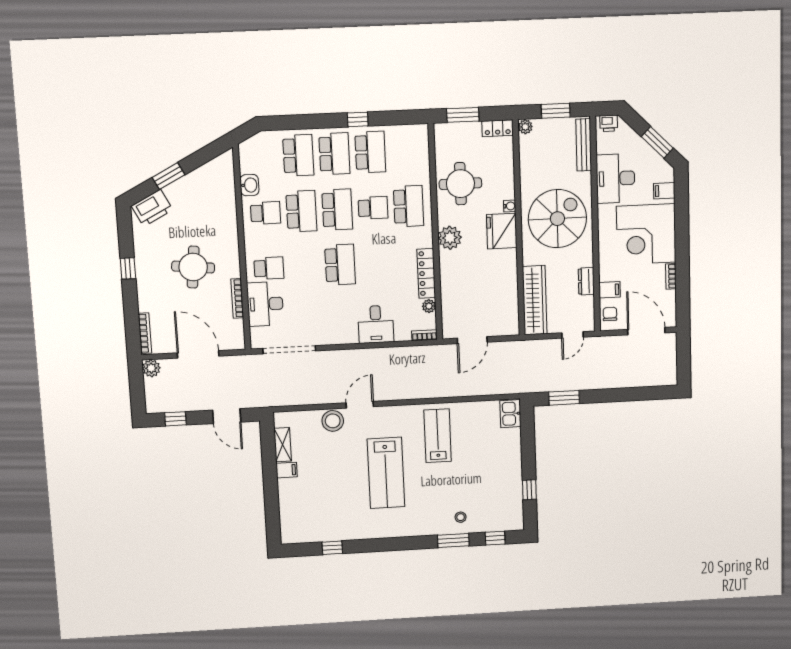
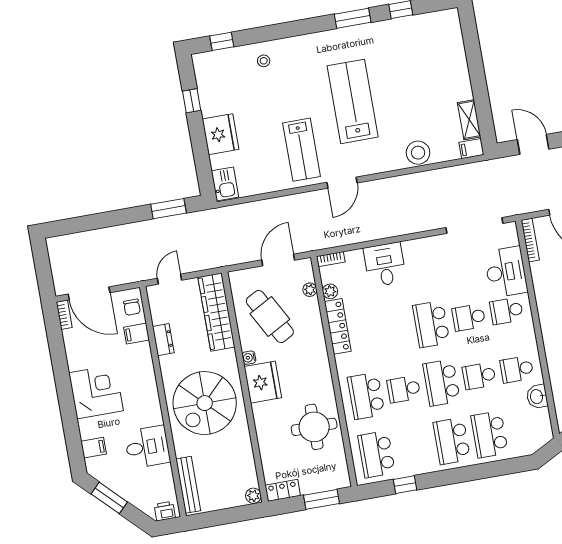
window: (556, 111) -> (223, 517), removed
window: (358, 119) -> (405, 485), moved
school desk: (370, 152) -> (376, 454), moved
desk: (616, 178) -> (147, 447), width x0.73
water cooler: (510, 206) -> (249, 358), moved
school desk: (301, 211) -> (479, 376), width x0.54
corner desk: (646, 234) -> (96, 392), width x0.74, depth x0.74
plant: (450, 238) -> (310, 290), moved, width x0.53, depth x0.53
school desk: (304, 266) -> (469, 317), added
bookcase: (671, 276) -> (64, 315), moved
cafe table: (487, 290) -> (270, 316), added
bookcase: (237, 298) -> (530, 240), moved
door: (360, 405) -> (342, 183), moved
fridge: (508, 458) -> (220, 134), added
filing cabinet: (287, 470) -> (471, 149), moved
window: (453, 541) -> (353, 18), moved

